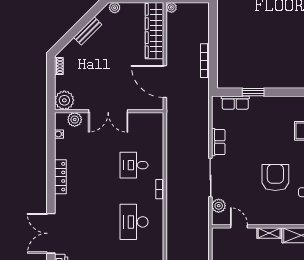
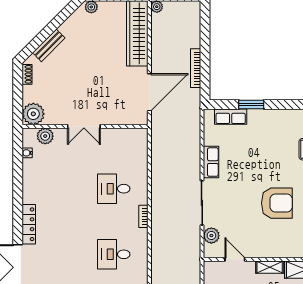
bench: (88, 31) -> (49, 45), moved
door: (165, 81) -> (149, 92), swing flipped
double door: (108, 111) -> (84, 126), width x0.73
locker: (60, 177) -> (29, 224), moved
armchair: (275, 178) -> (277, 203), turned 90
desk: (134, 222) -> (114, 254), width x0.73

